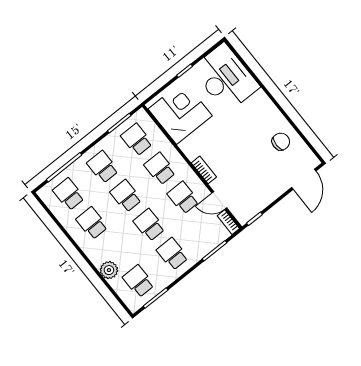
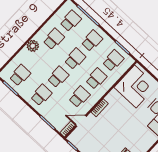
door: (219, 200) -> (81, 121), hinge flipped
plant: (109, 270) -> (33, 46), moved

